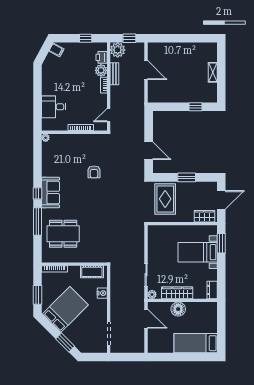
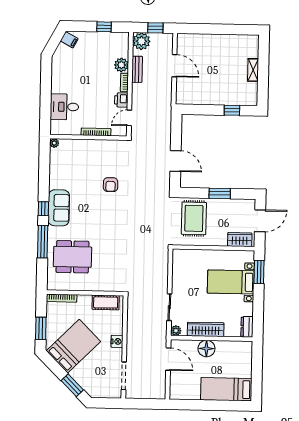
printer: (102, 57) -> (121, 100), moved
nightstand: (102, 293) -> (117, 341), moved

